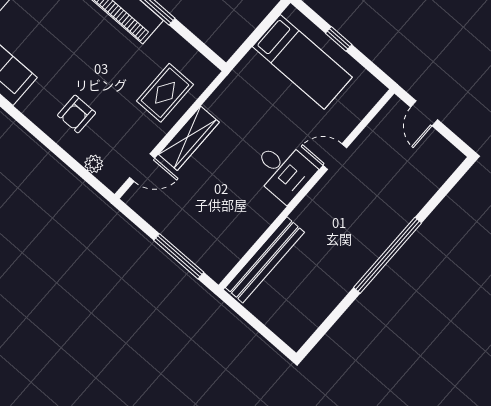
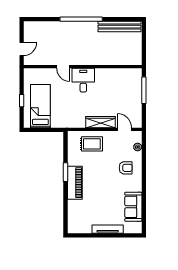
bench: (265, 260) -> (119, 27), moved

